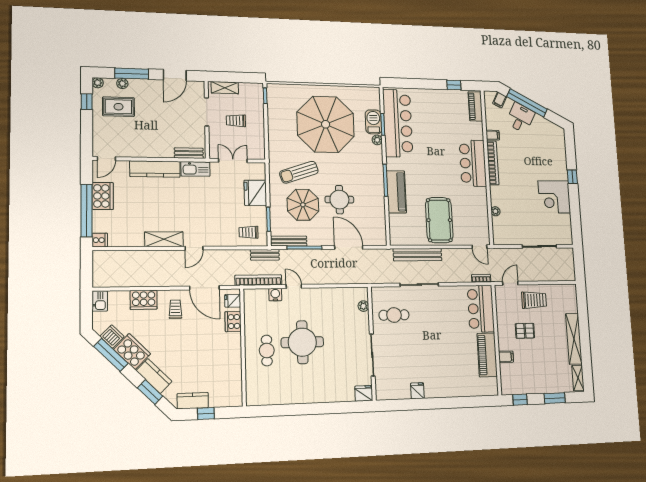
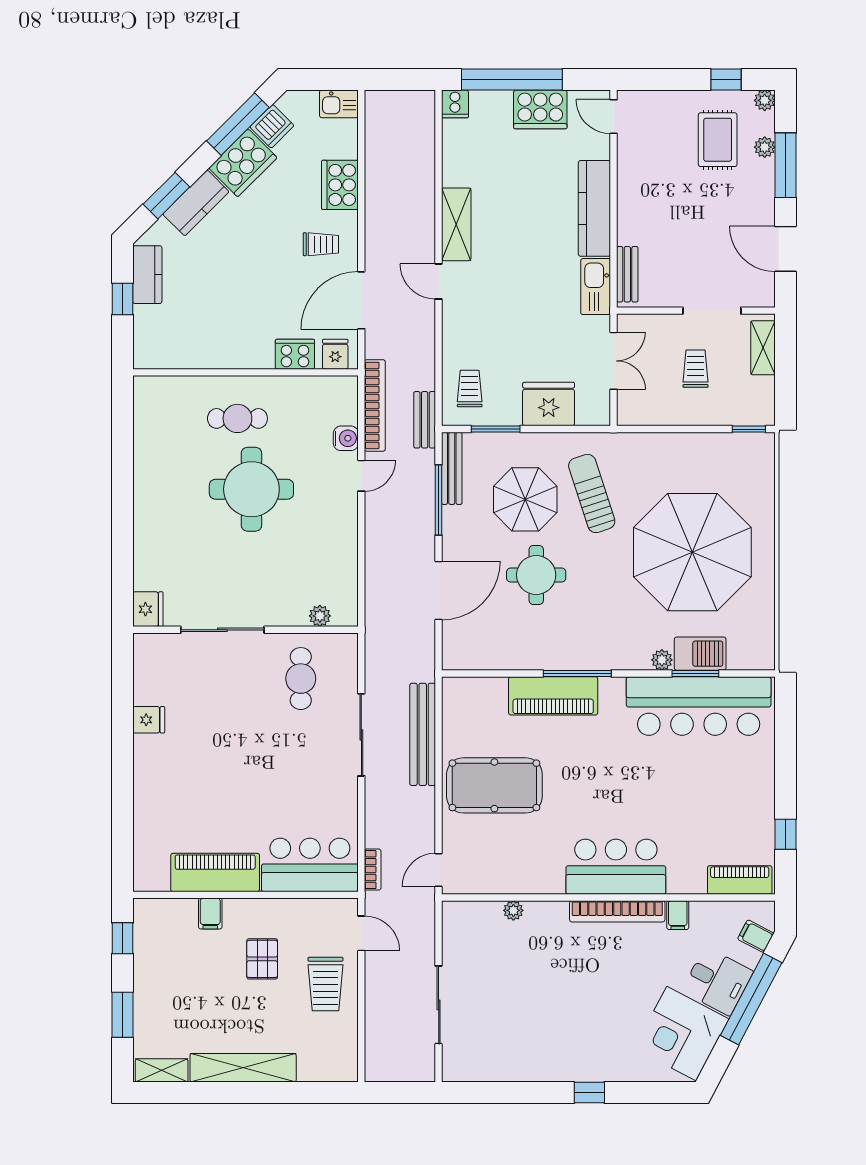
corner desk: (554, 197) -> (682, 1034), moved, turned -62

